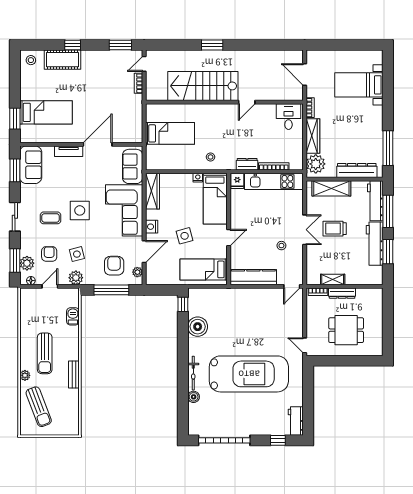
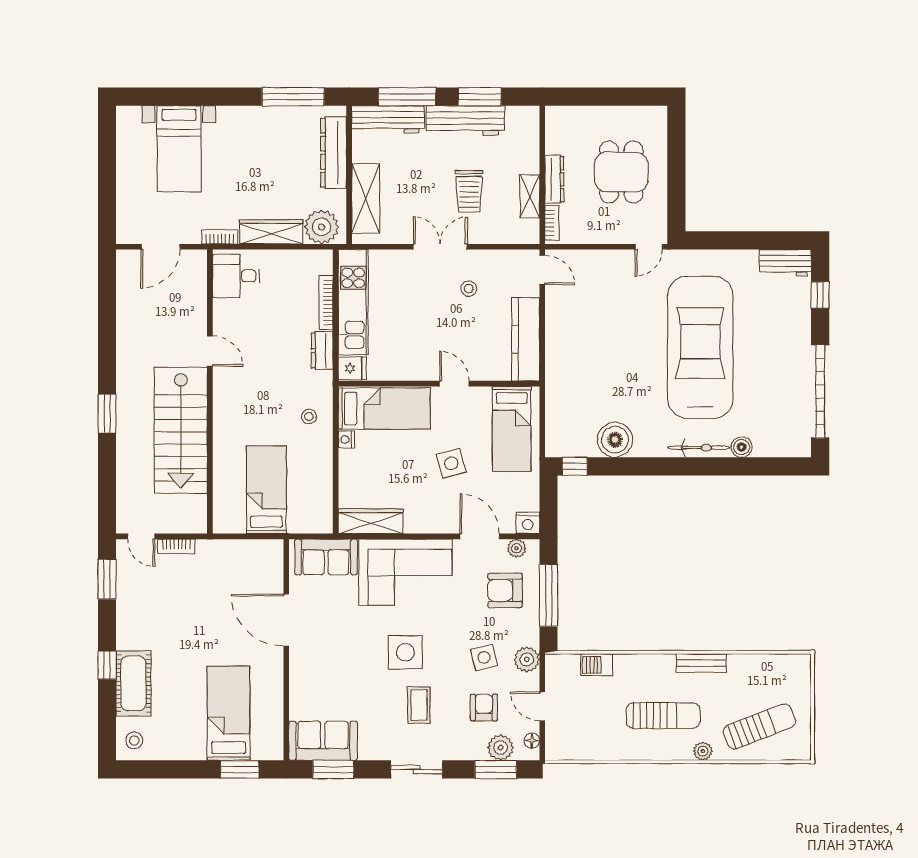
tv unit: (69, 151) -> (299, 672), removed
nightstand: (152, 227) -> (528, 523), moved
trolley: (335, 229) -> (469, 191), moved
armchair: (49, 254) -> (484, 707), turned 90

